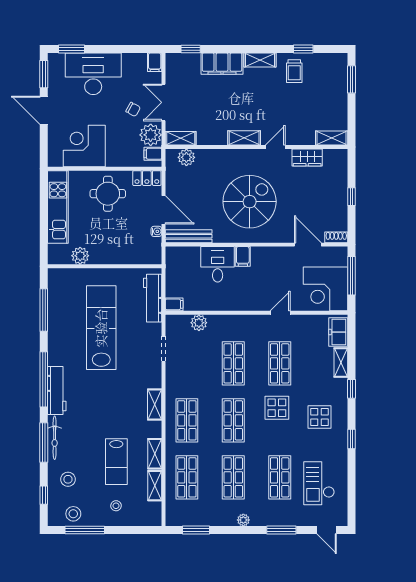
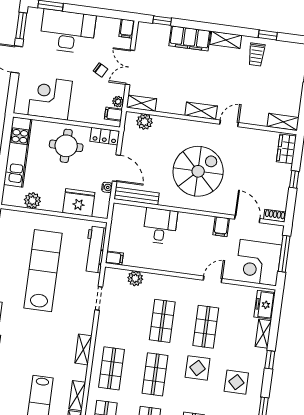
plant: (151, 135) -> (118, 102), width x0.53, depth x0.53
wardrobe: (307, 158) -> (286, 149), moved, turned 90
fridge: (129, 251) -> (79, 203), added
filing cabinet: (243, 256) -> (221, 227), moved

